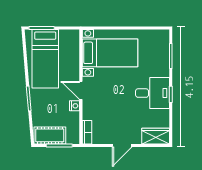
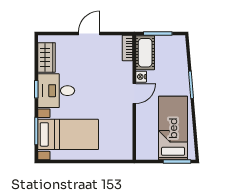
bed with nightstands: (110, 53) -> (68, 134), moved, turned 180
door: (81, 90) -> (134, 94), hinge flipped
cot: (50, 135) -> (145, 53), moved, turned 90
wardrobe: (156, 136) -> (47, 57), moved, turned -90

